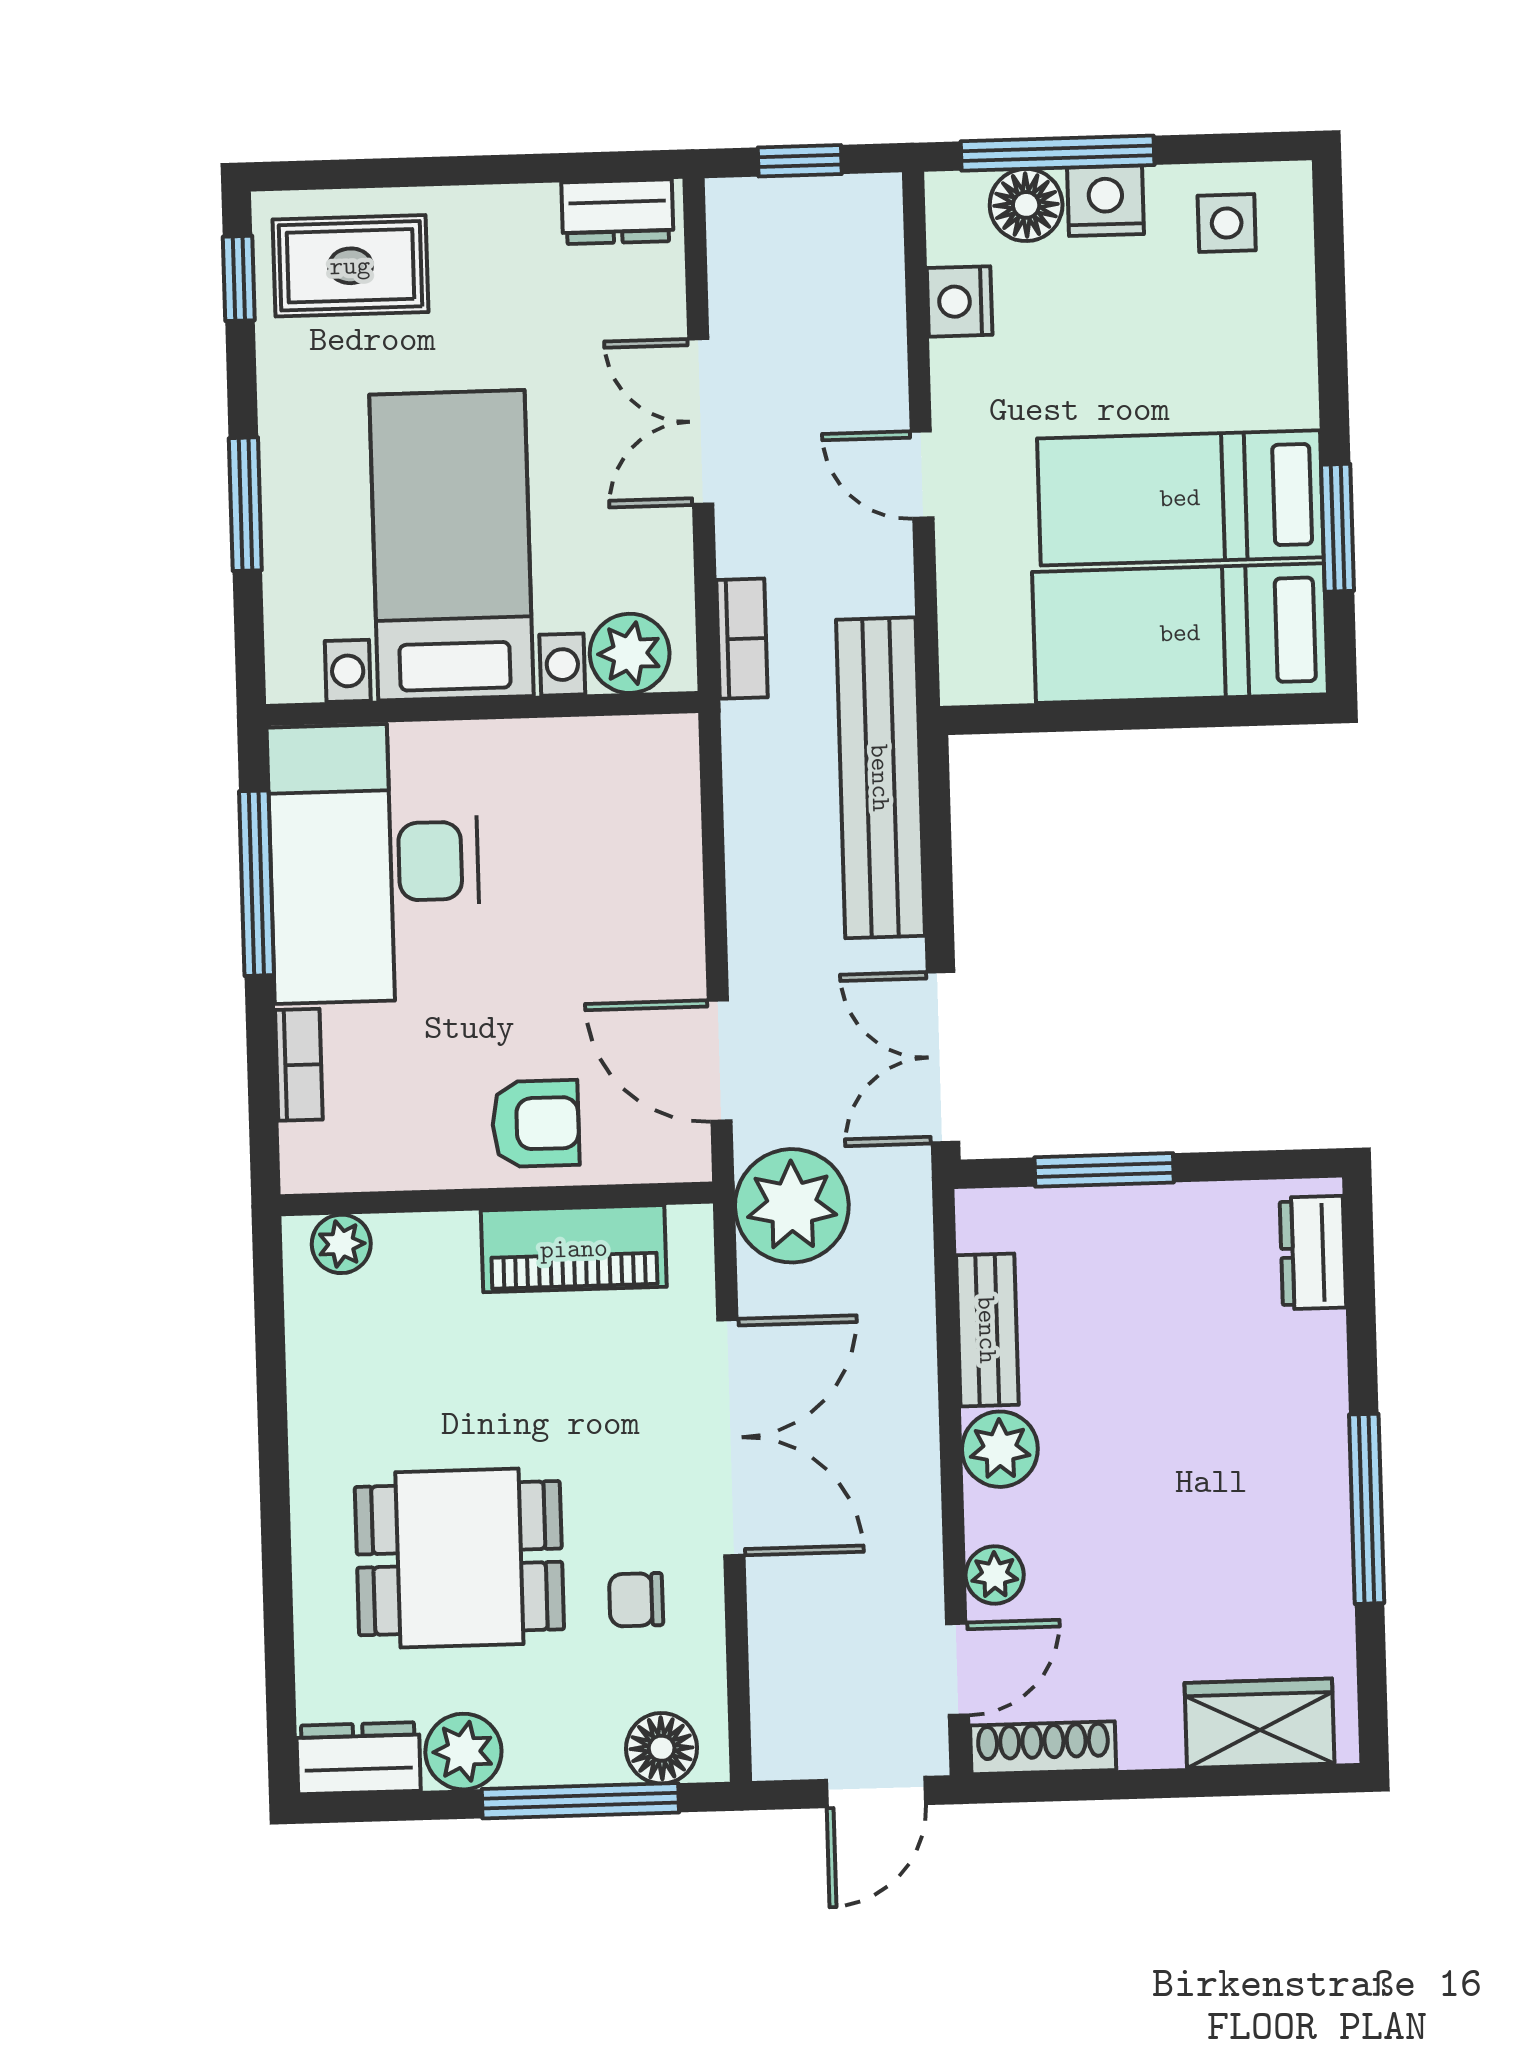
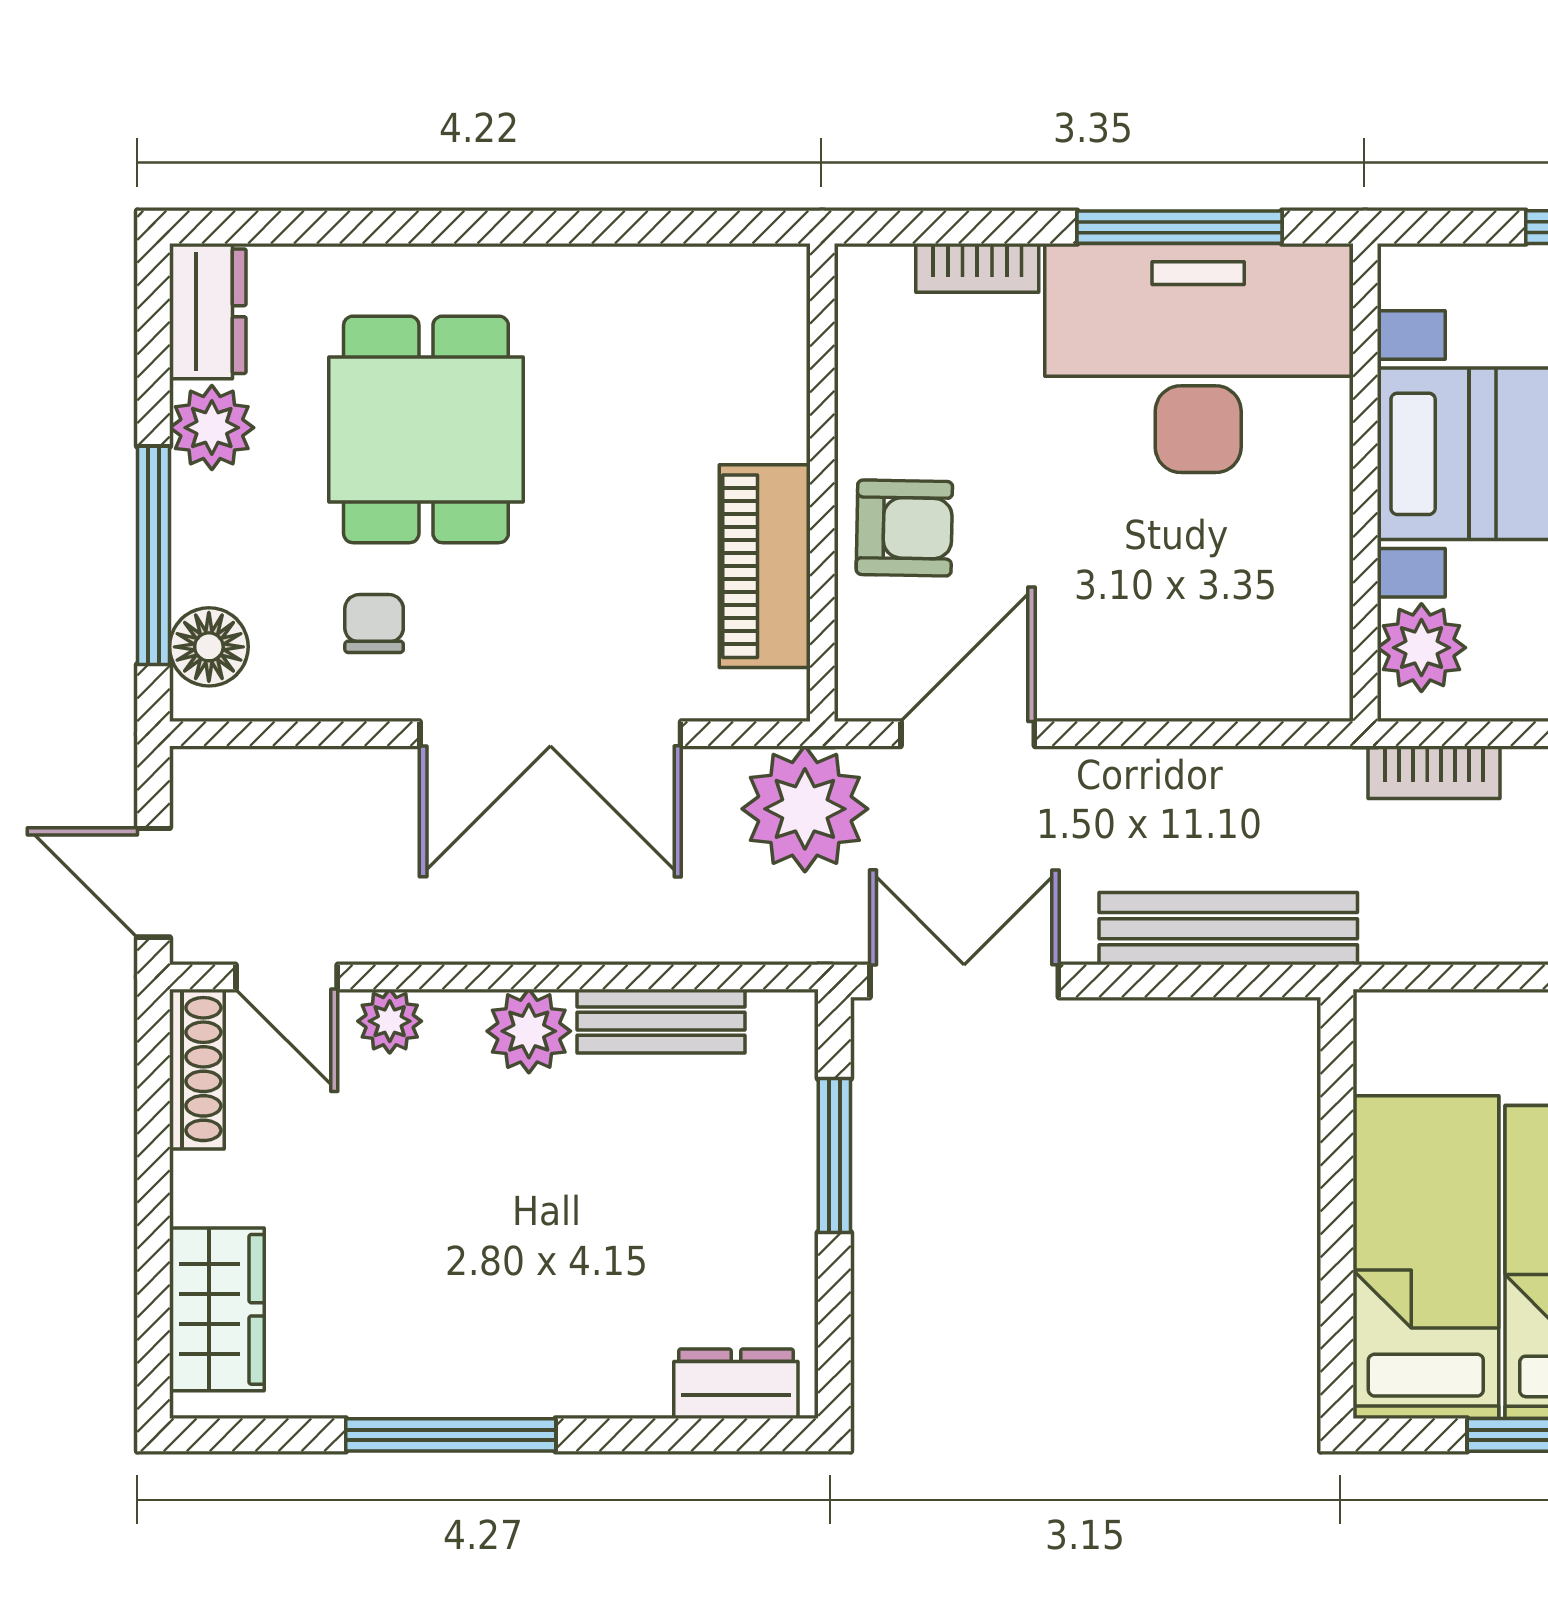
bench: (880, 778) -> (1228, 929), width x0.73, depth x0.82
armchair: (536, 1124) -> (904, 528), turned -89
plant: (341, 1244) -> (778, 309), removed

